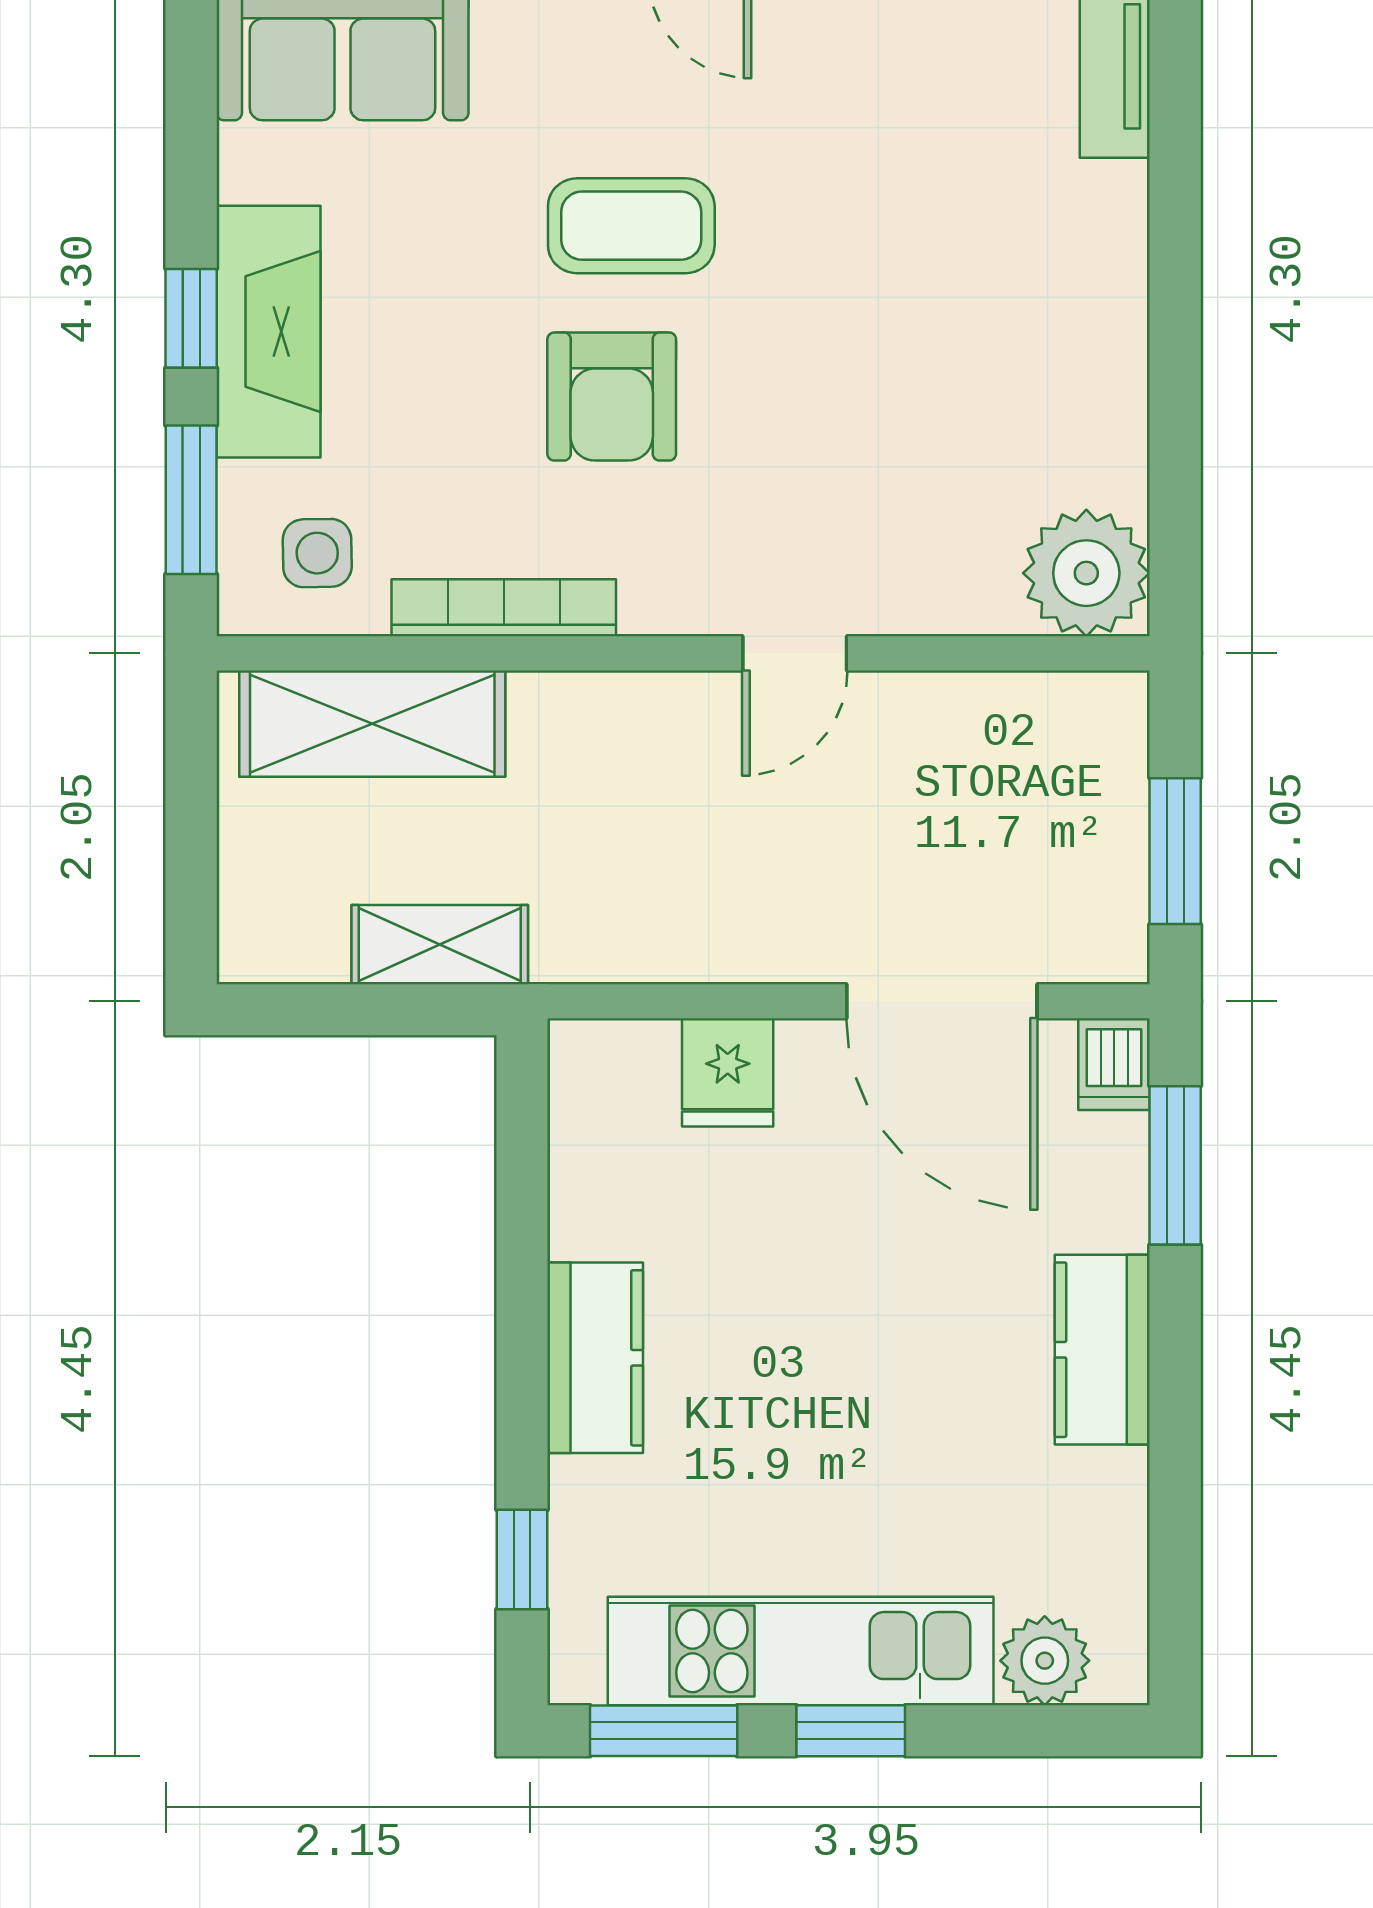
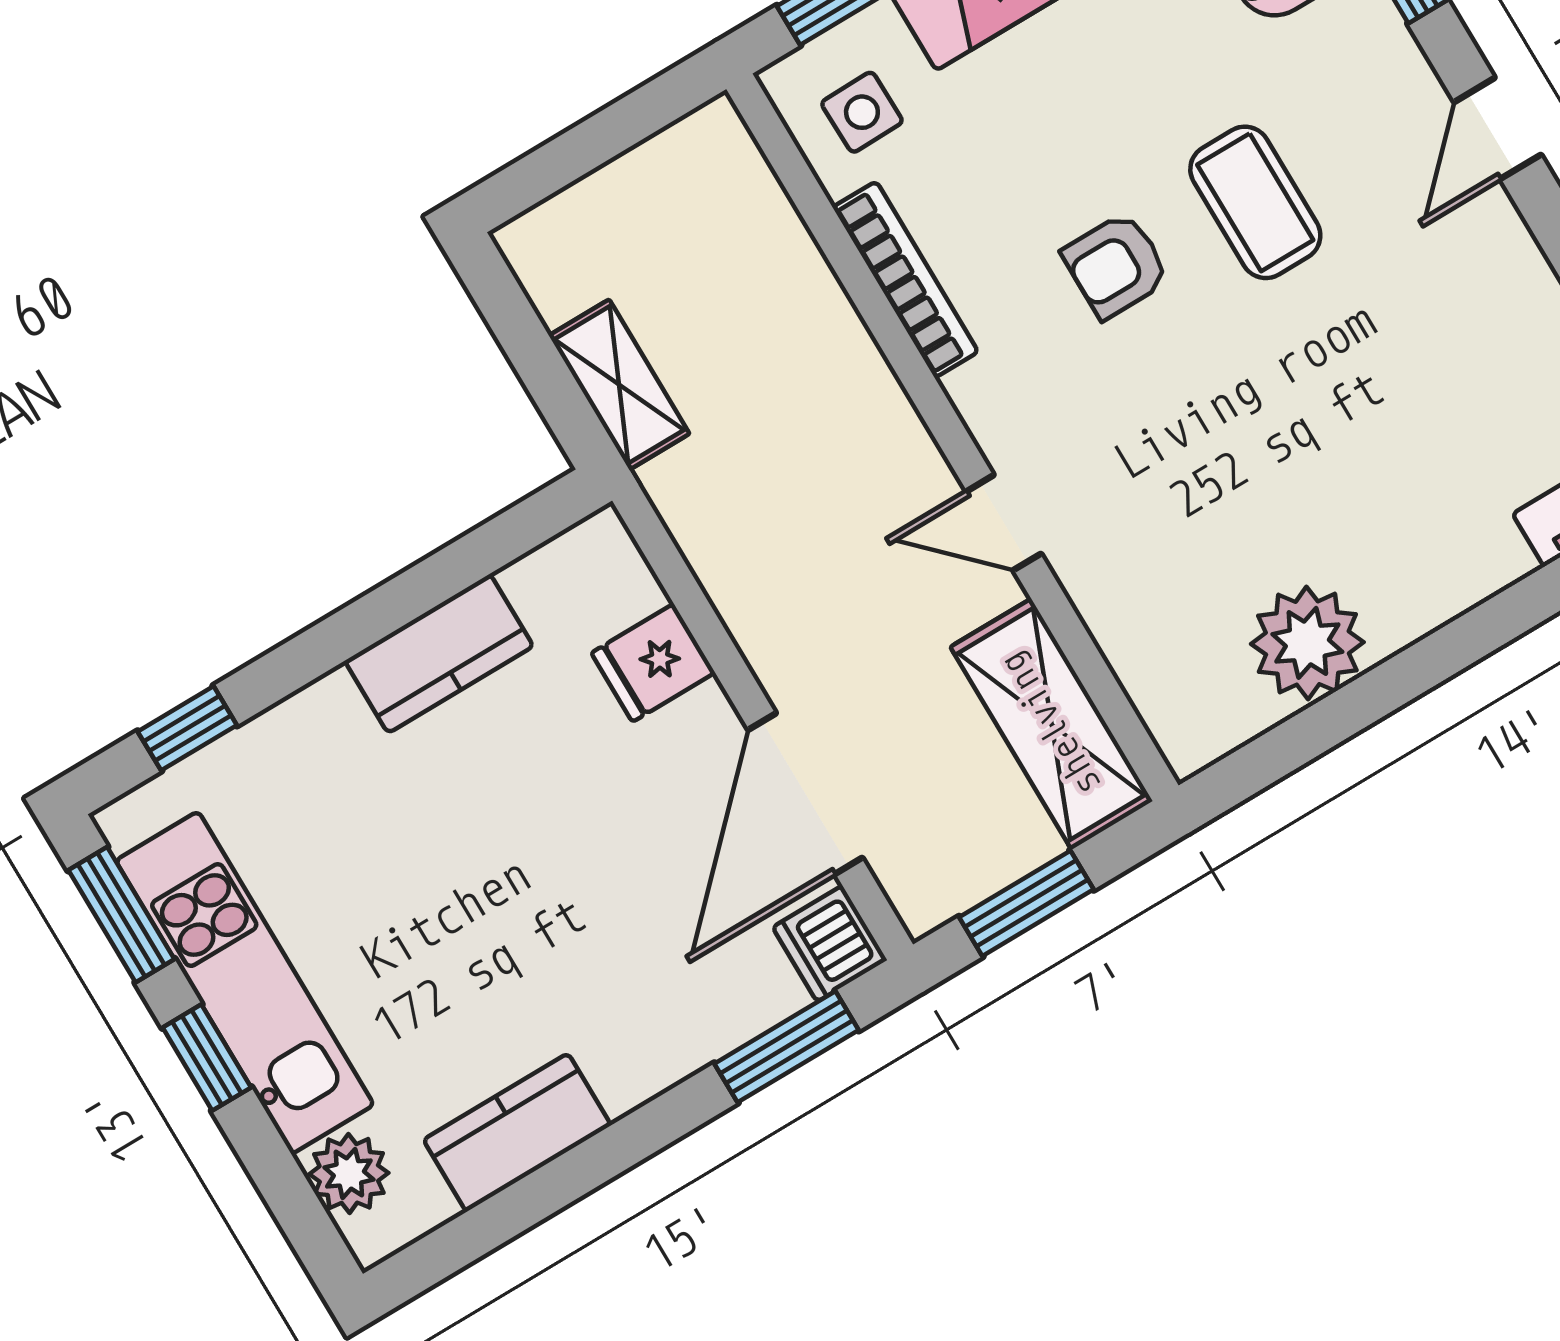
armchair: (612, 397) -> (1116, 265), width x0.72, depth x0.72
plant: (1086, 573) -> (1307, 643), moved
shelving: (372, 724) -> (1051, 724), moved
dishwasher: (1114, 1064) -> (830, 944), width x1.38
kitchen counter: (1102, 1350) -> (517, 1132), moved
kitchen counter: (595, 1358) -> (439, 654), moved

